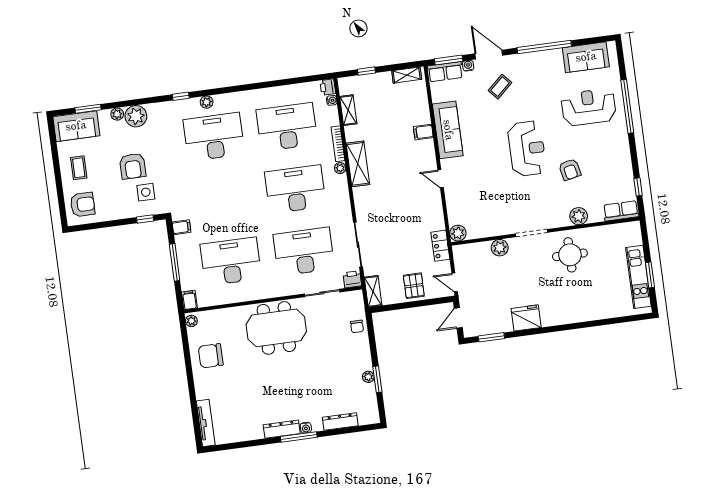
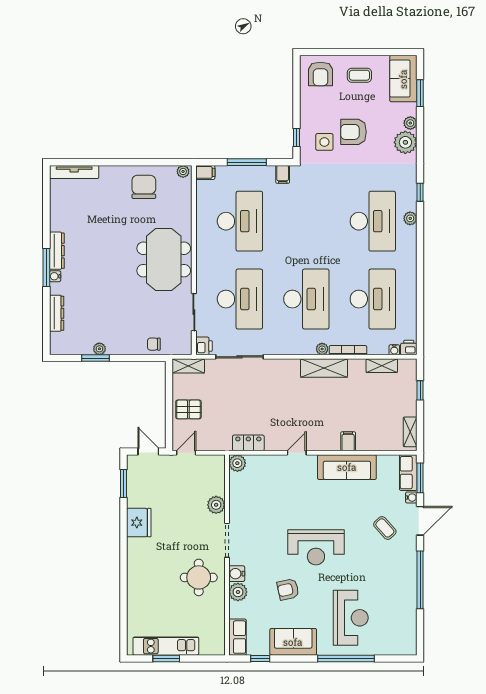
sofa: (586, 57) -> (293, 642), moved, turned 90
water cooler: (562, 220) -> (237, 574), added
locker: (440, 246) -> (248, 443), moved

